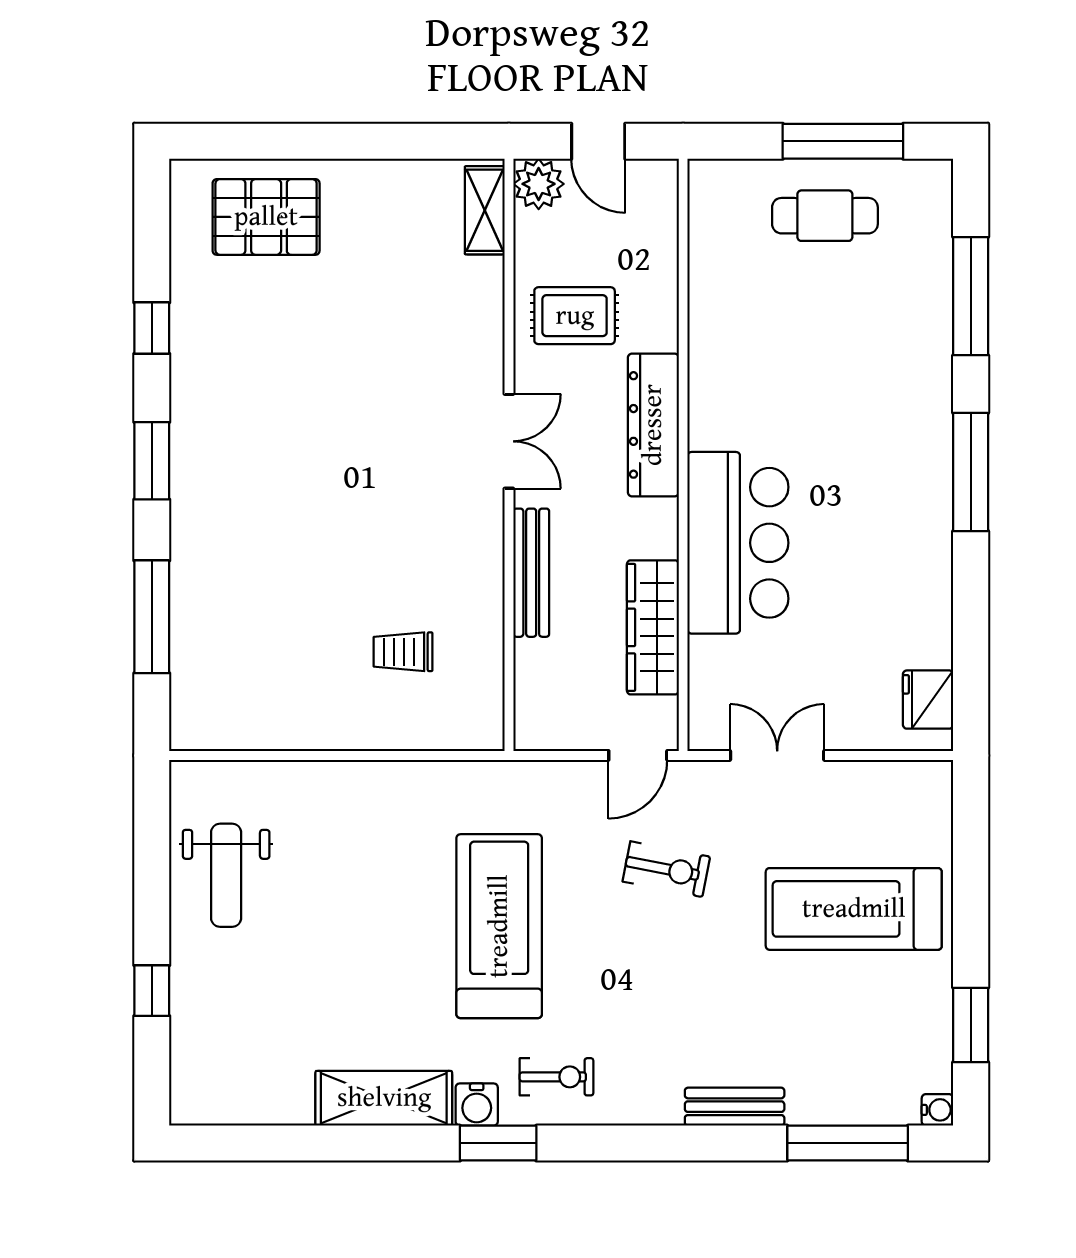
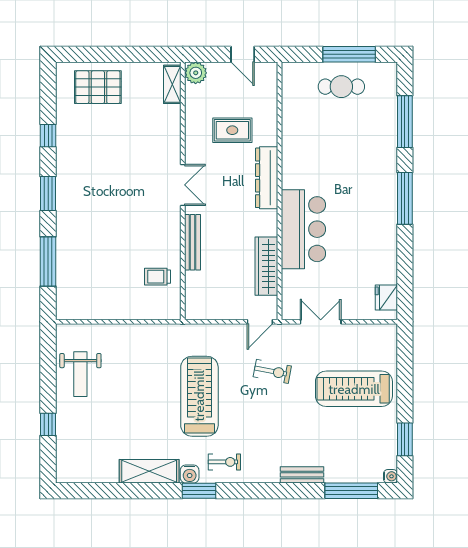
plant: (539, 184) -> (196, 73), moved
shelving: (485, 210) -> (172, 84), moved
double door: (509, 441) -> (183, 185), moved
wall: (509, 455) -> (183, 191), moved
bench: (531, 573) -> (193, 242), moved

